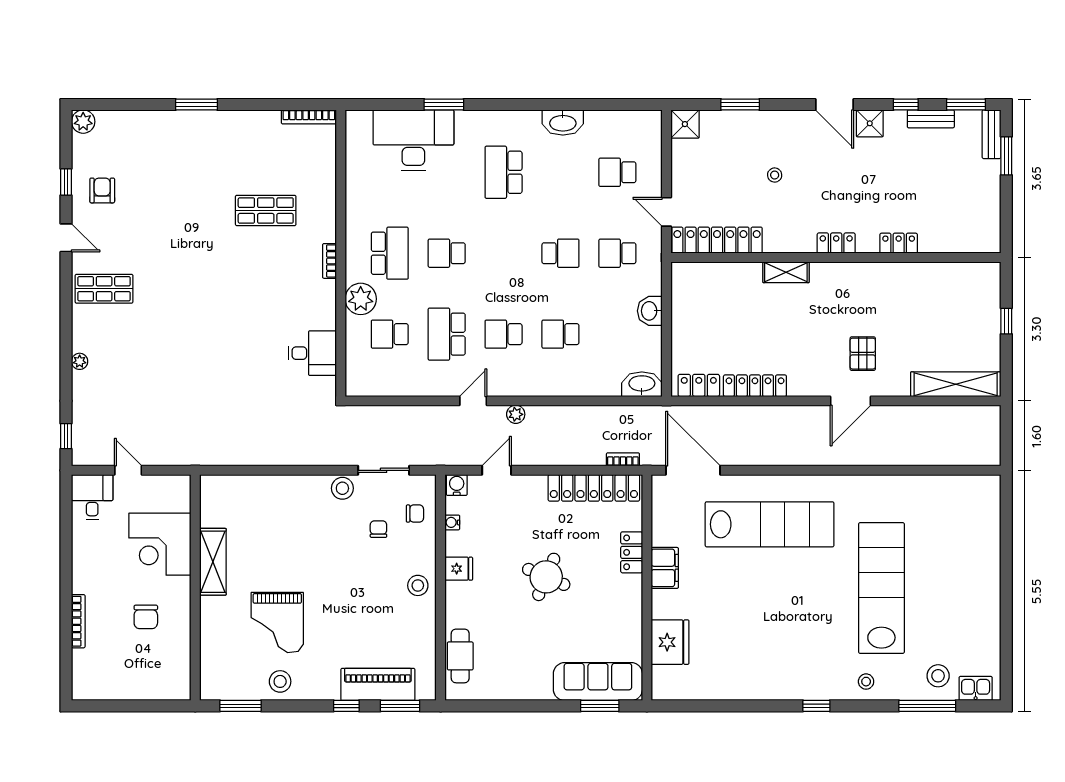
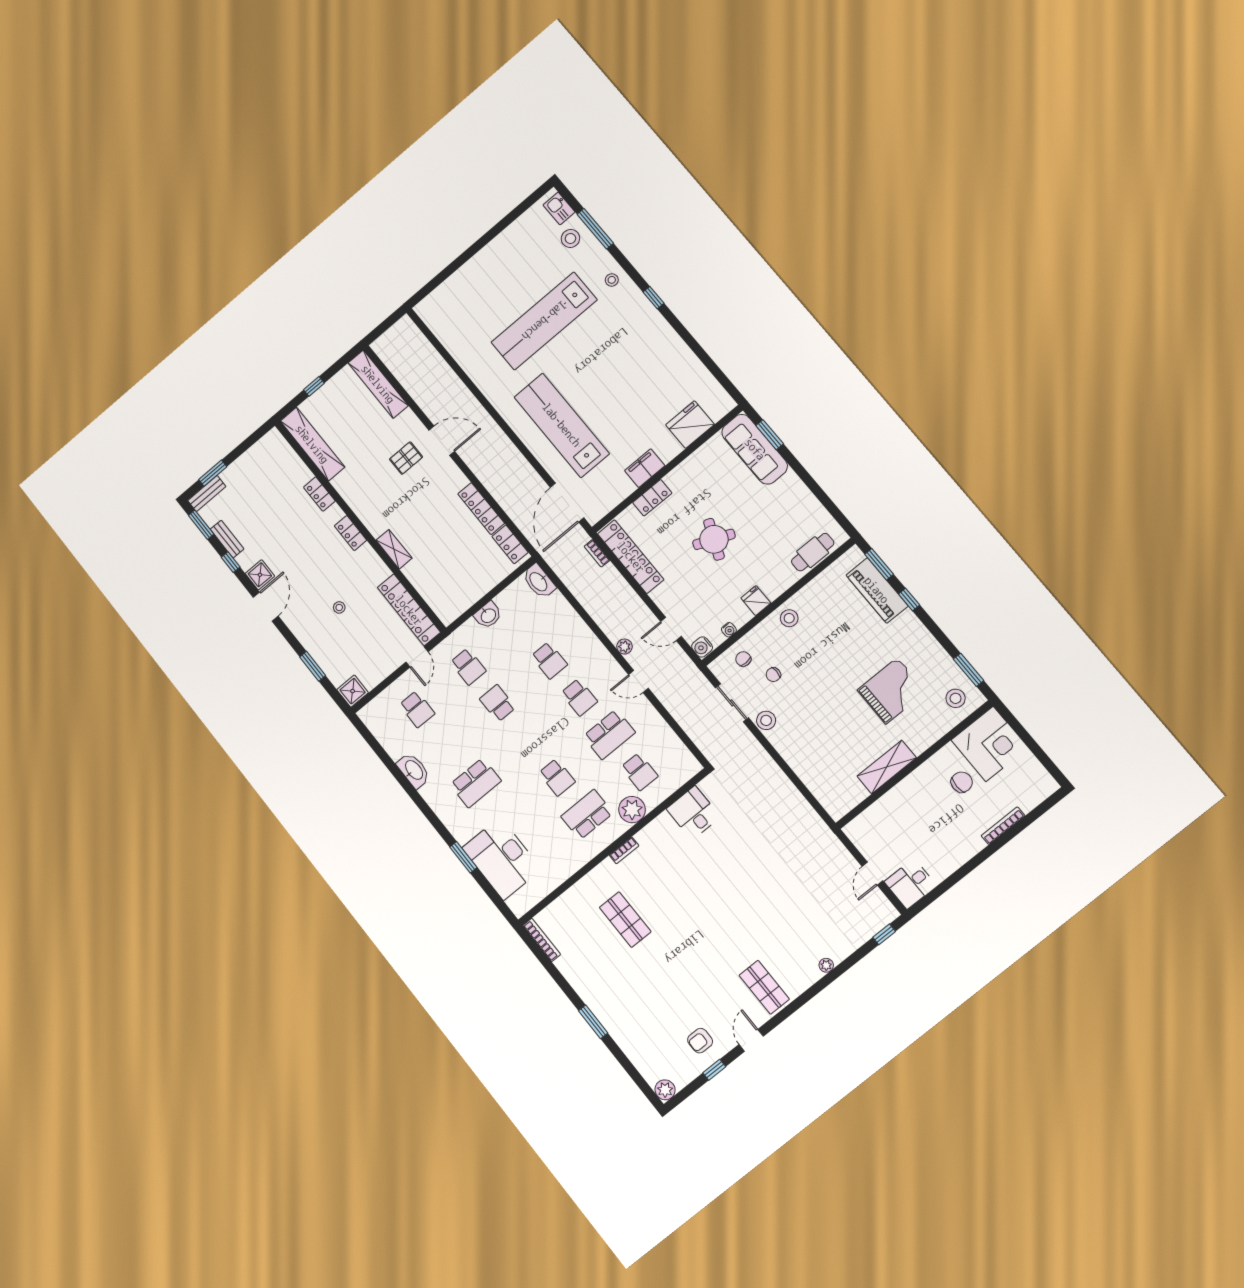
shelving: (952, 275) -> (312, 444), added
corner desk: (160, 544) -> (989, 744), moved
stool: (280, 681) -> (956, 698), moved

